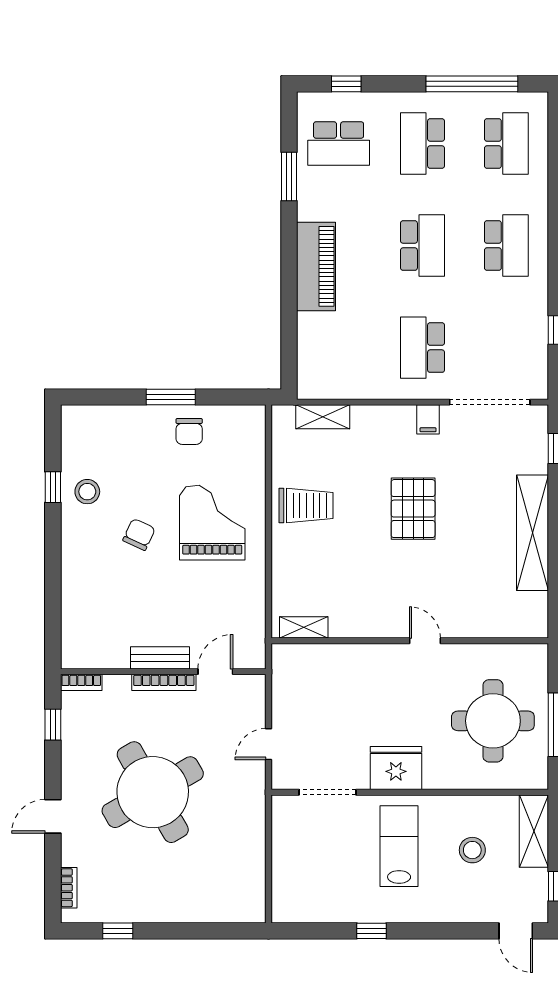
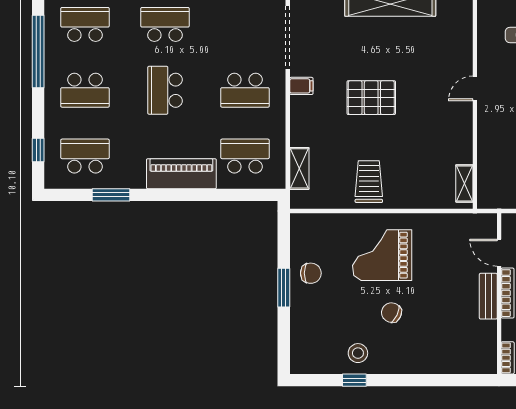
school desk: (339, 144) -> (85, 156), turned -90
school desk: (422, 246) -> (165, 90), turned -90
school desk: (339, 348) -> (245, 156), added

